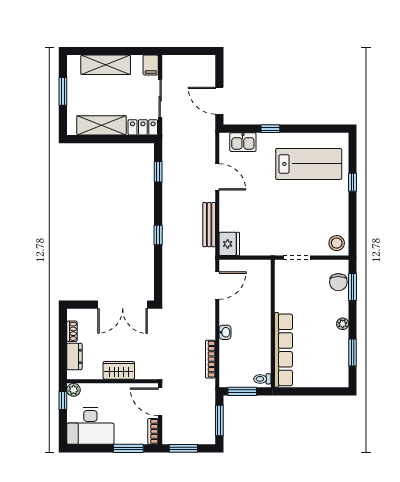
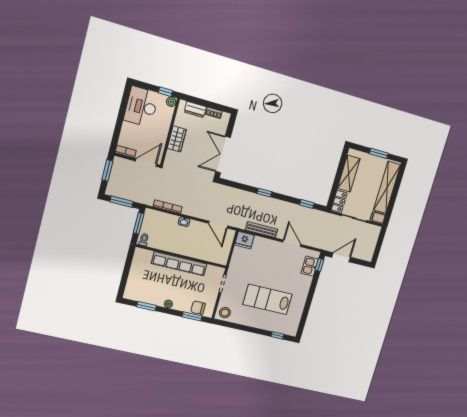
shelving: (106, 65) -> (387, 187), width x1.47
window: (270, 129) -> (320, 265), moved
lab bench: (309, 164) -> (268, 299), moved, turned 90
door: (217, 177) -> (292, 243), swing flipped
window: (352, 182) -> (277, 335), moved
row of seats: (284, 350) -> (179, 264), moved
window: (128, 448) -> (117, 130), removed

